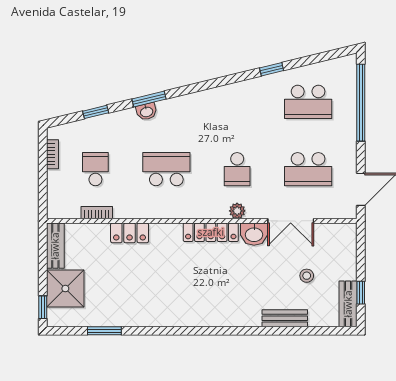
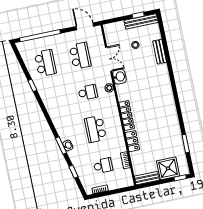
school desk: (95, 169) -> (103, 166), turned 180
locker: (211, 232) -> (127, 115), moved
bench: (348, 304) -> (141, 21), width x1.36

